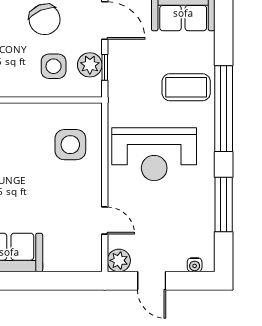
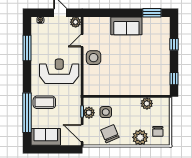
window: (224, 109) -> (27, 113), moved
side table: (70, 145) -> (94, 58), moved
door: (105, 220) -> (82, 41), hinge flipped

